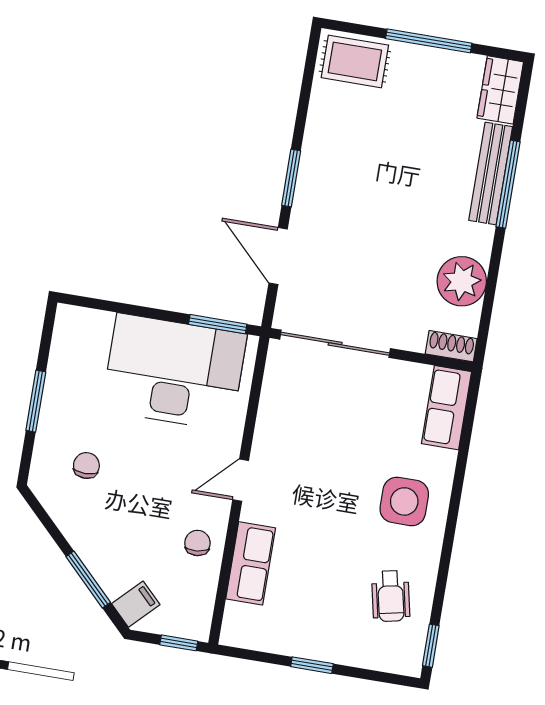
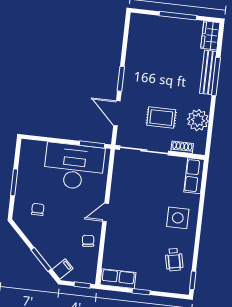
rug: (355, 61) -> (161, 118), moved
shoe rack: (451, 346) -> (182, 147), moved
row of seats: (251, 563) -> (118, 279), moved, turned -90

